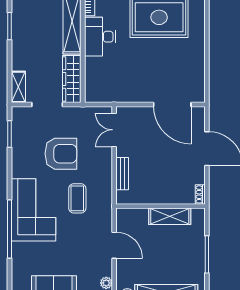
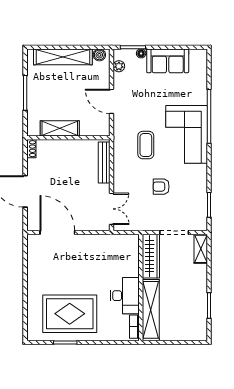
armchair: (61, 154) -> (161, 187), width x0.53, depth x0.53
bench: (122, 174) -> (104, 163), width x1.36

